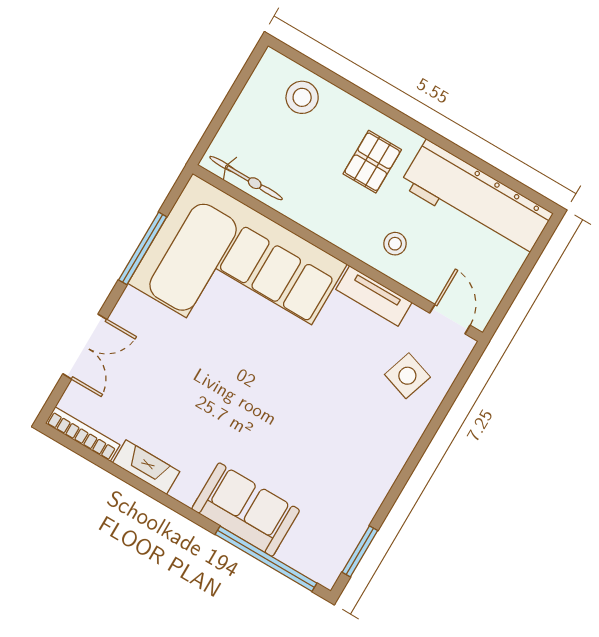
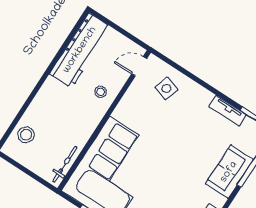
pallet: (372, 162) -> (59, 101), removed
tv unit: (374, 296) -> (228, 111), moved, turned 90

